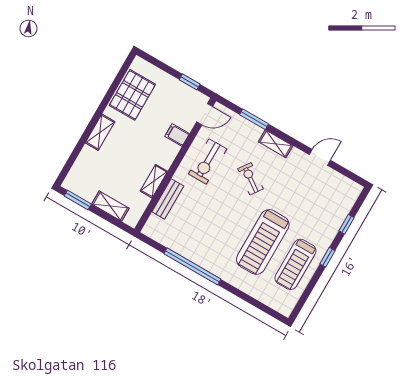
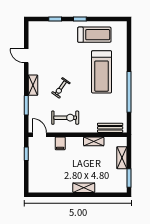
pallet: (132, 95) -> (52, 182), removed
bench: (168, 199) -> (110, 128), moved
treadmill: (263, 242) -> (102, 72), moved, turned 90

